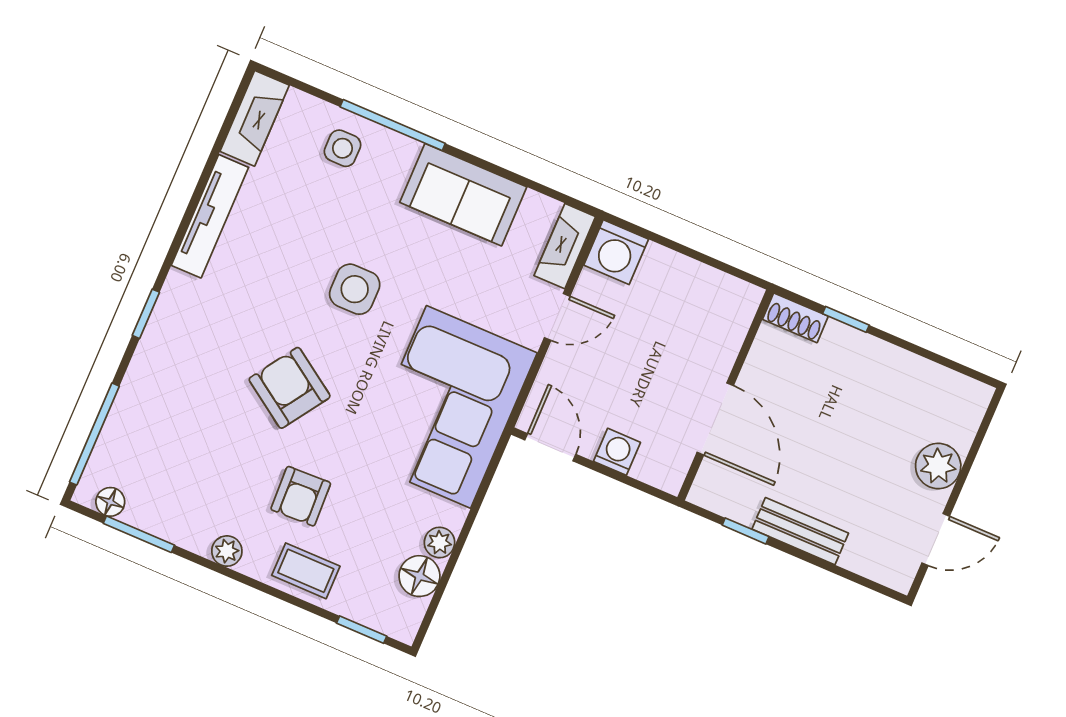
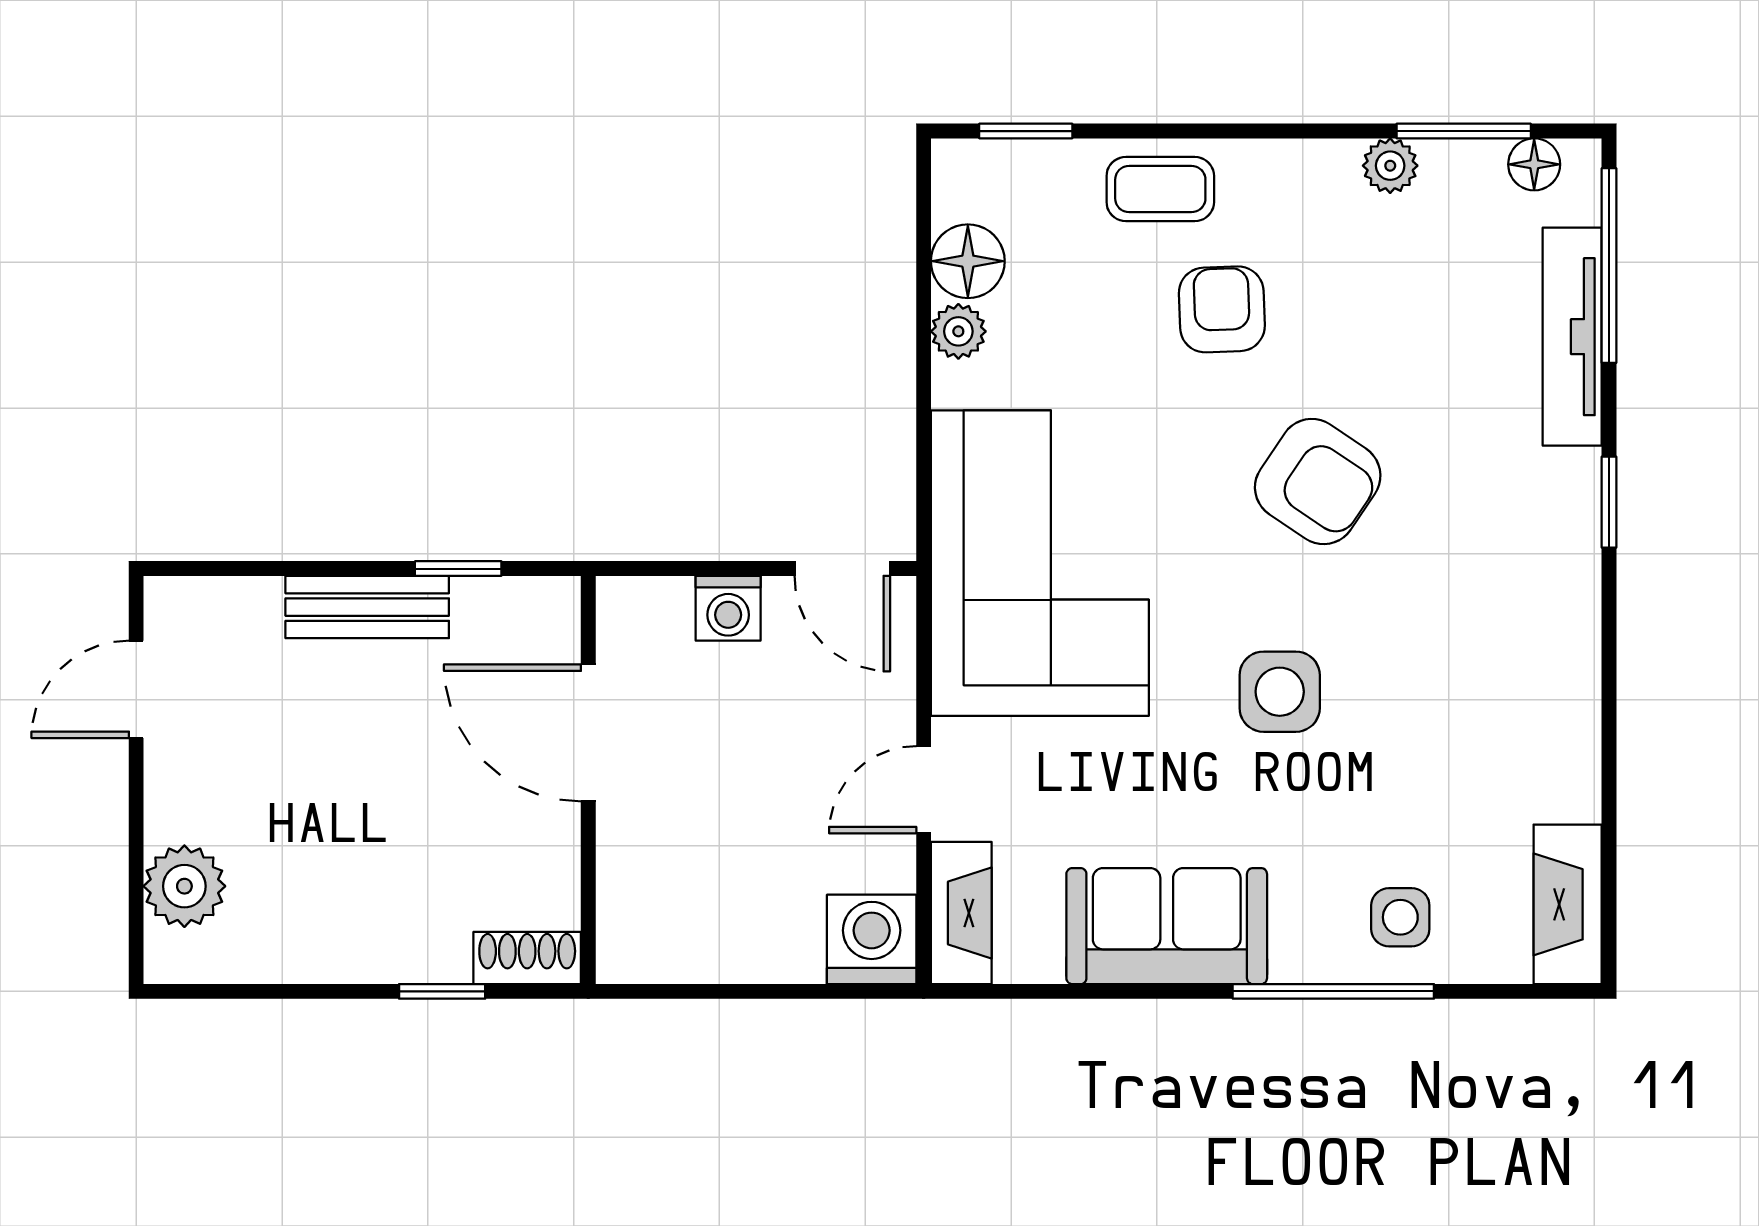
tv unit: (210, 216) -> (1572, 337), moved
plant: (938, 466) -> (184, 886), moved
plant: (227, 551) -> (1390, 166), moved

